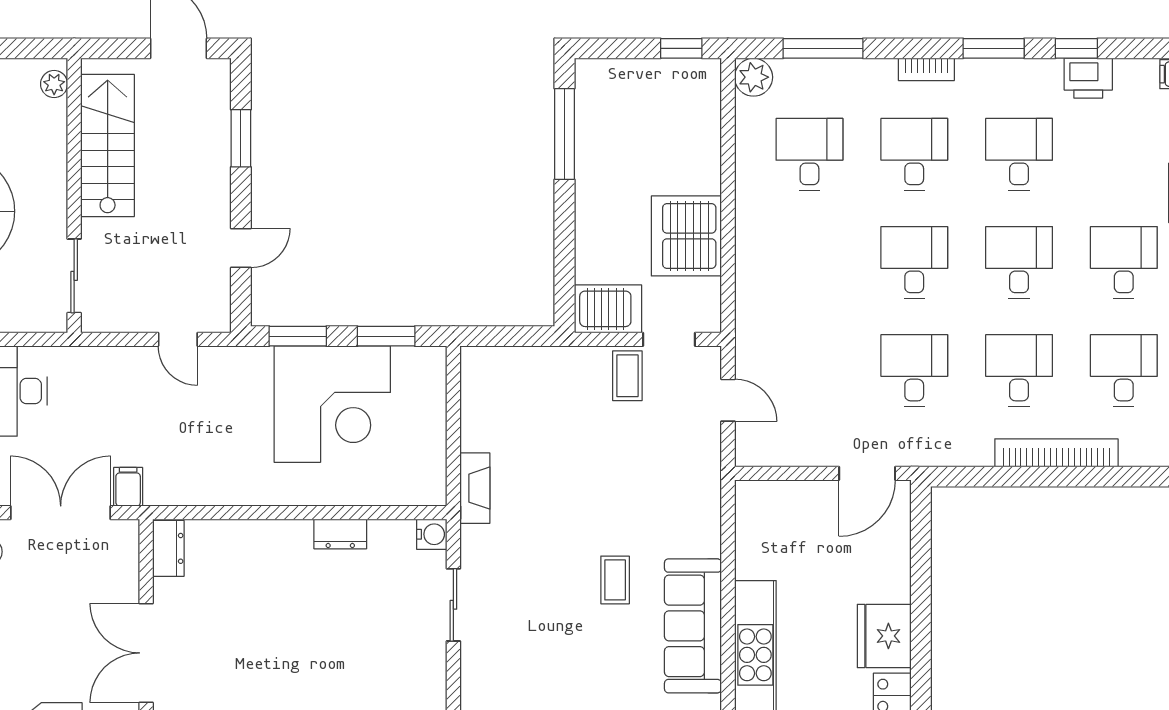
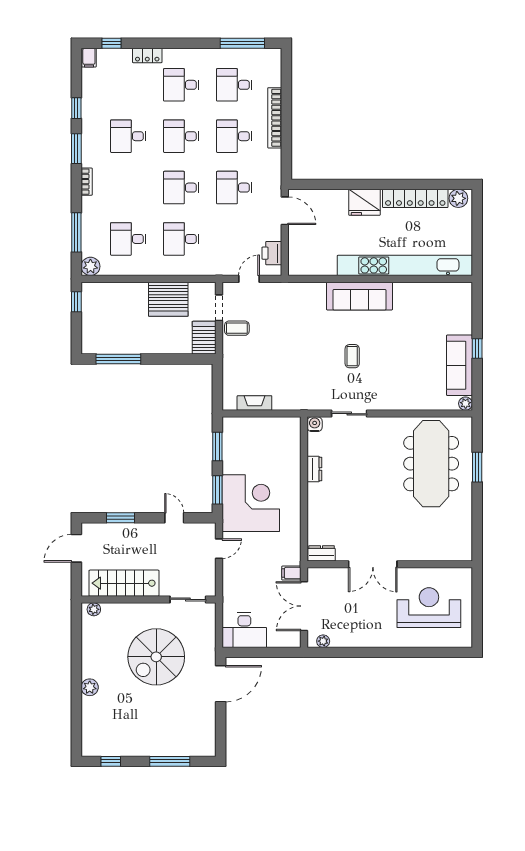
printer: (1088, 78) -> (272, 253), moved, turned 180
desk: (914, 154) -> (181, 239), moved
corner desk: (332, 404) -> (251, 503), moved
fireplace: (475, 488) -> (254, 403), moved
coffee table: (615, 580) -> (352, 356), moved, turned 90

